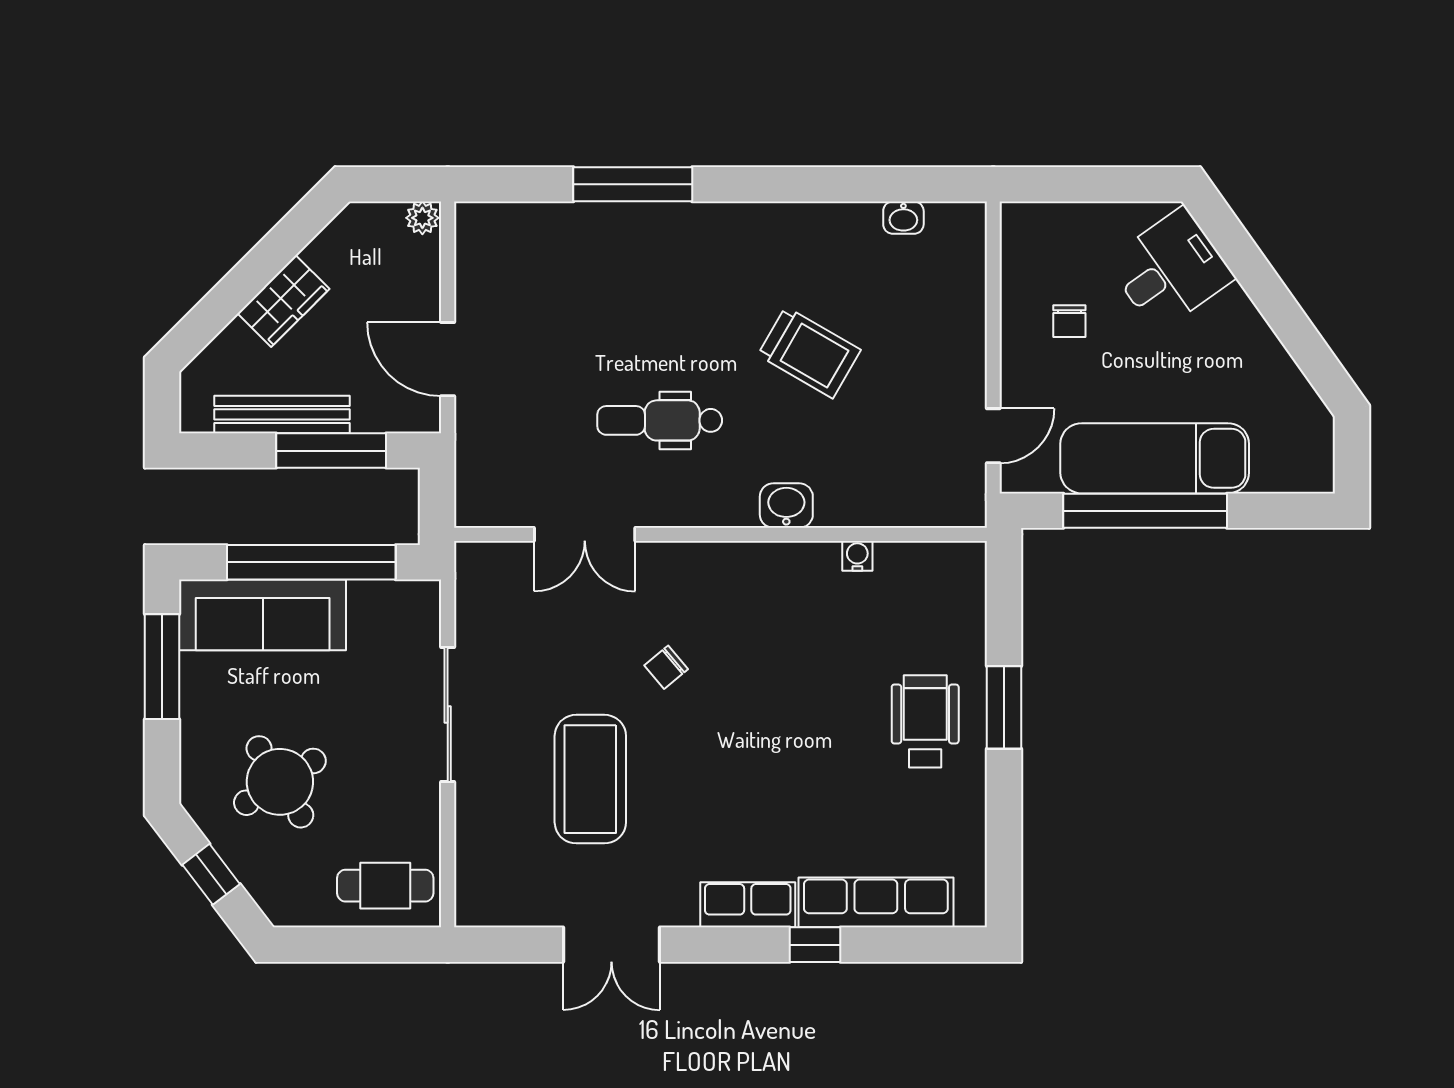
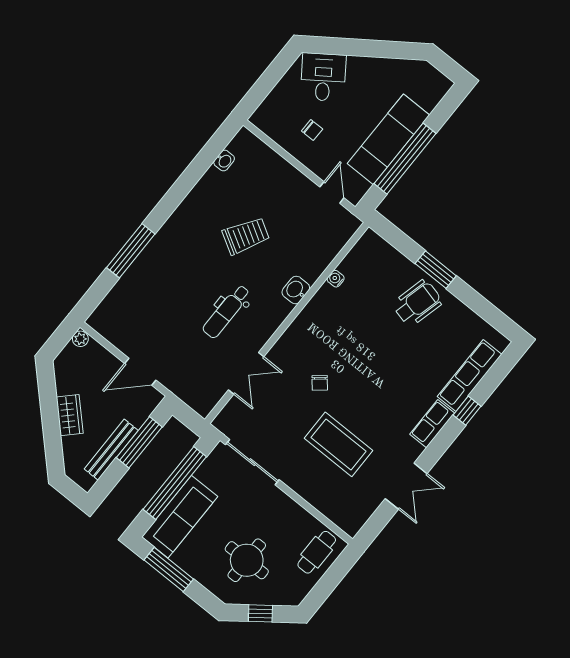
sliding door: (448, 714) -> (252, 462), moved
wheelchair: (925, 721) -> (417, 303), turned 104
round table: (280, 782) -> (247, 560), turned 32

